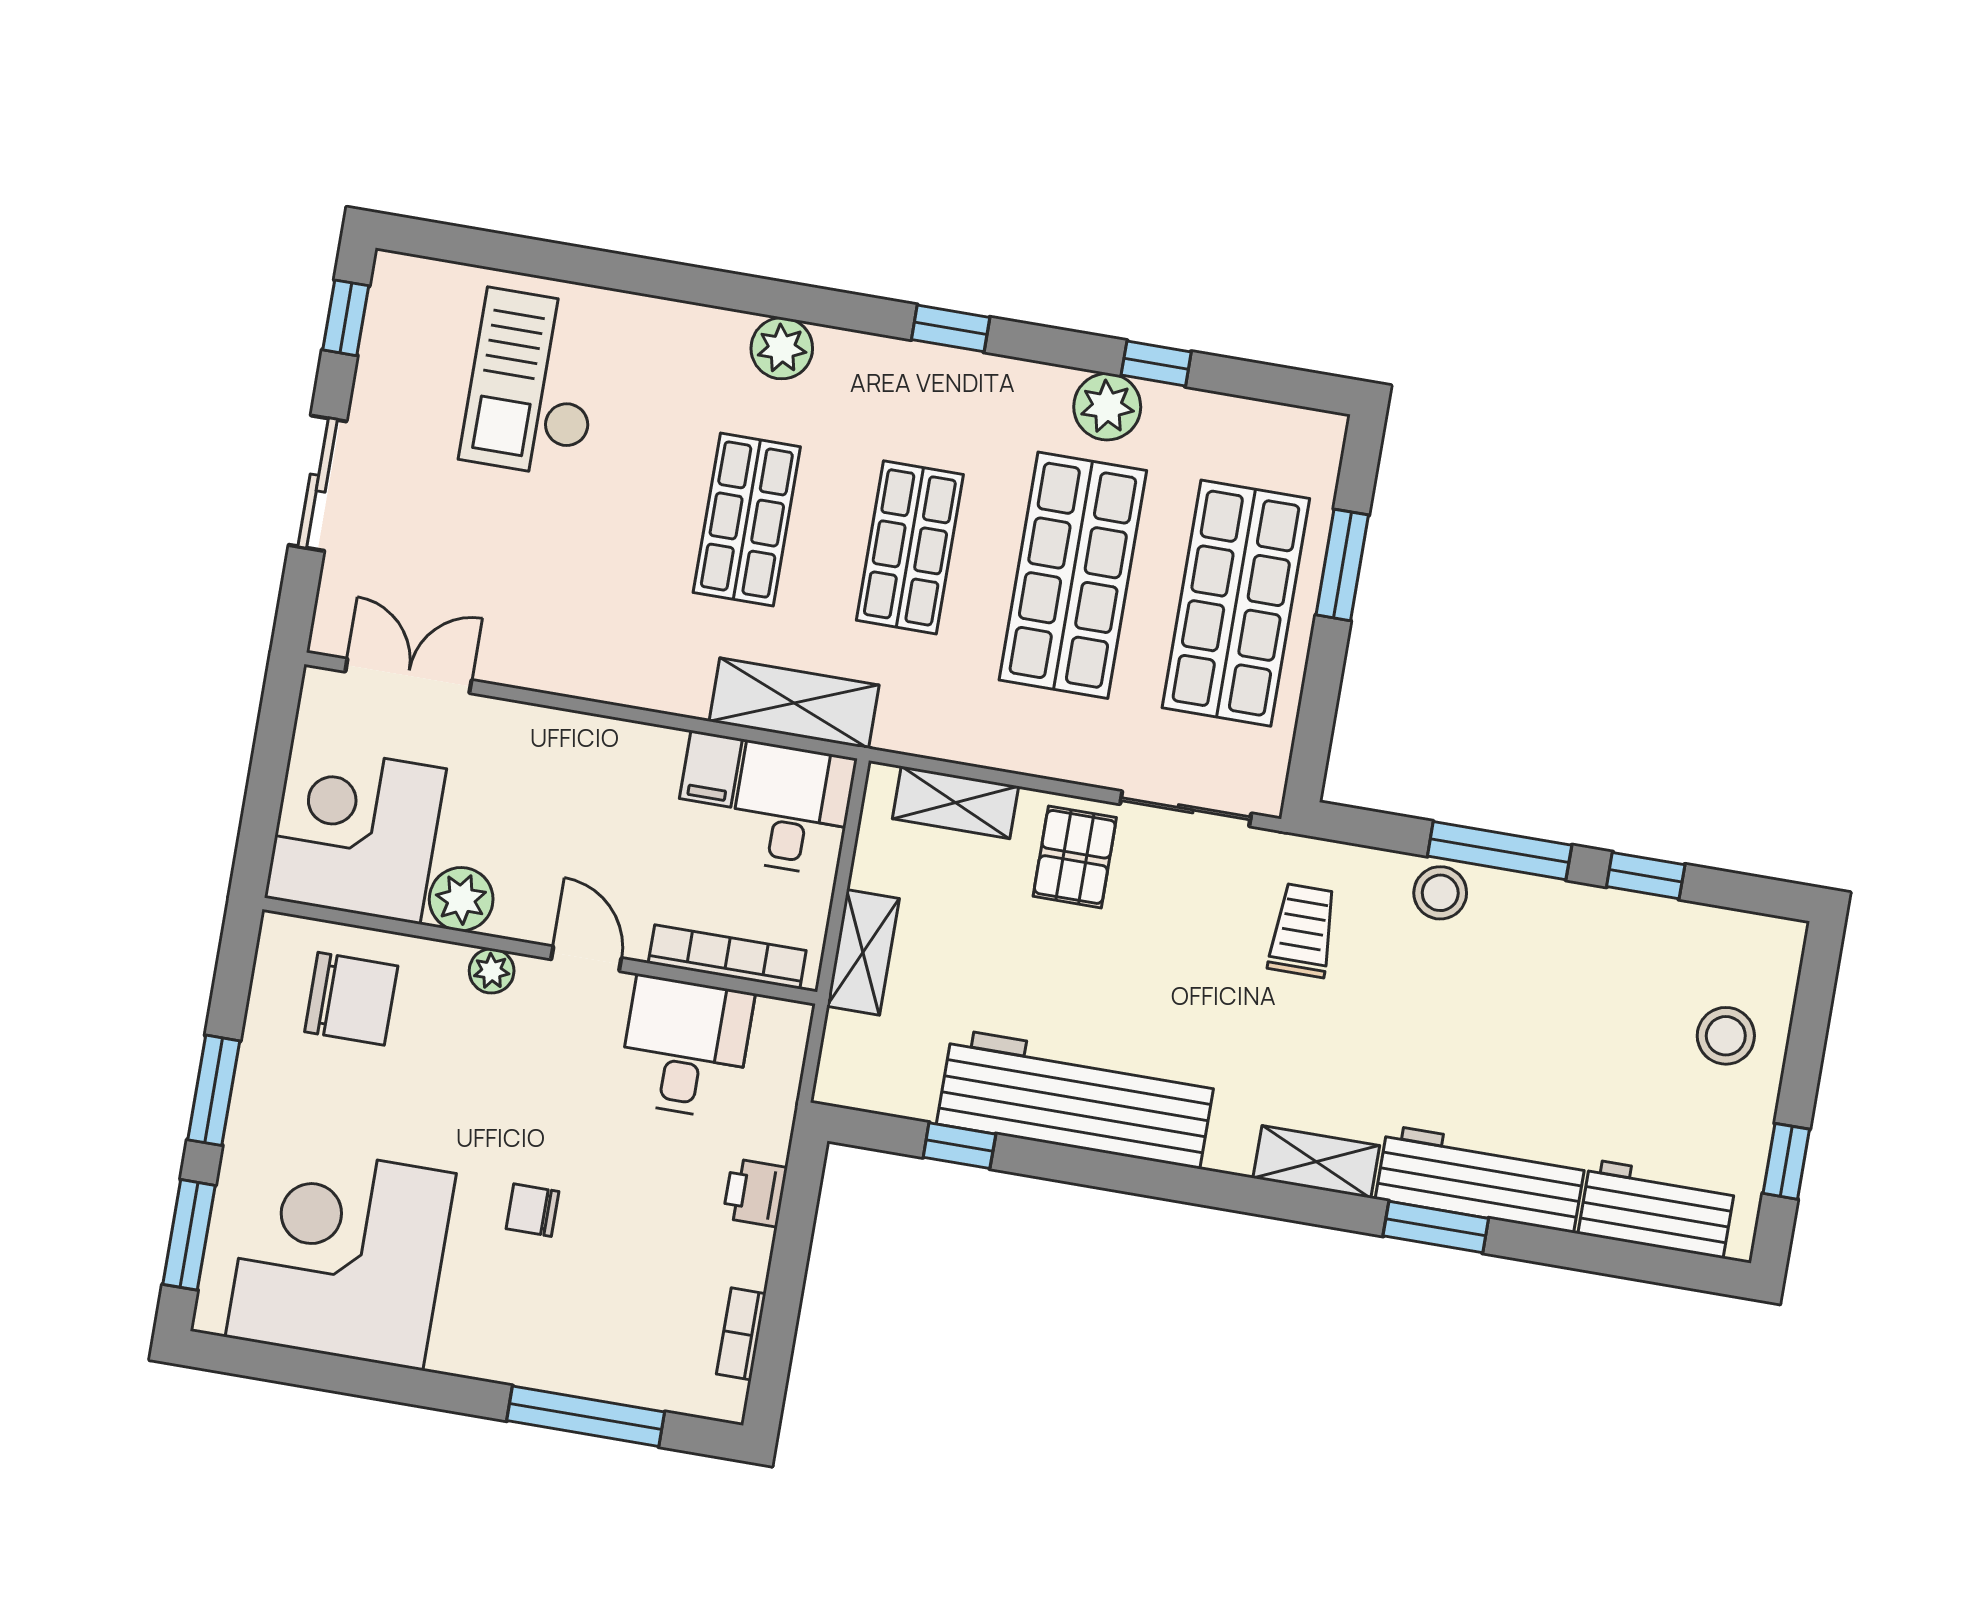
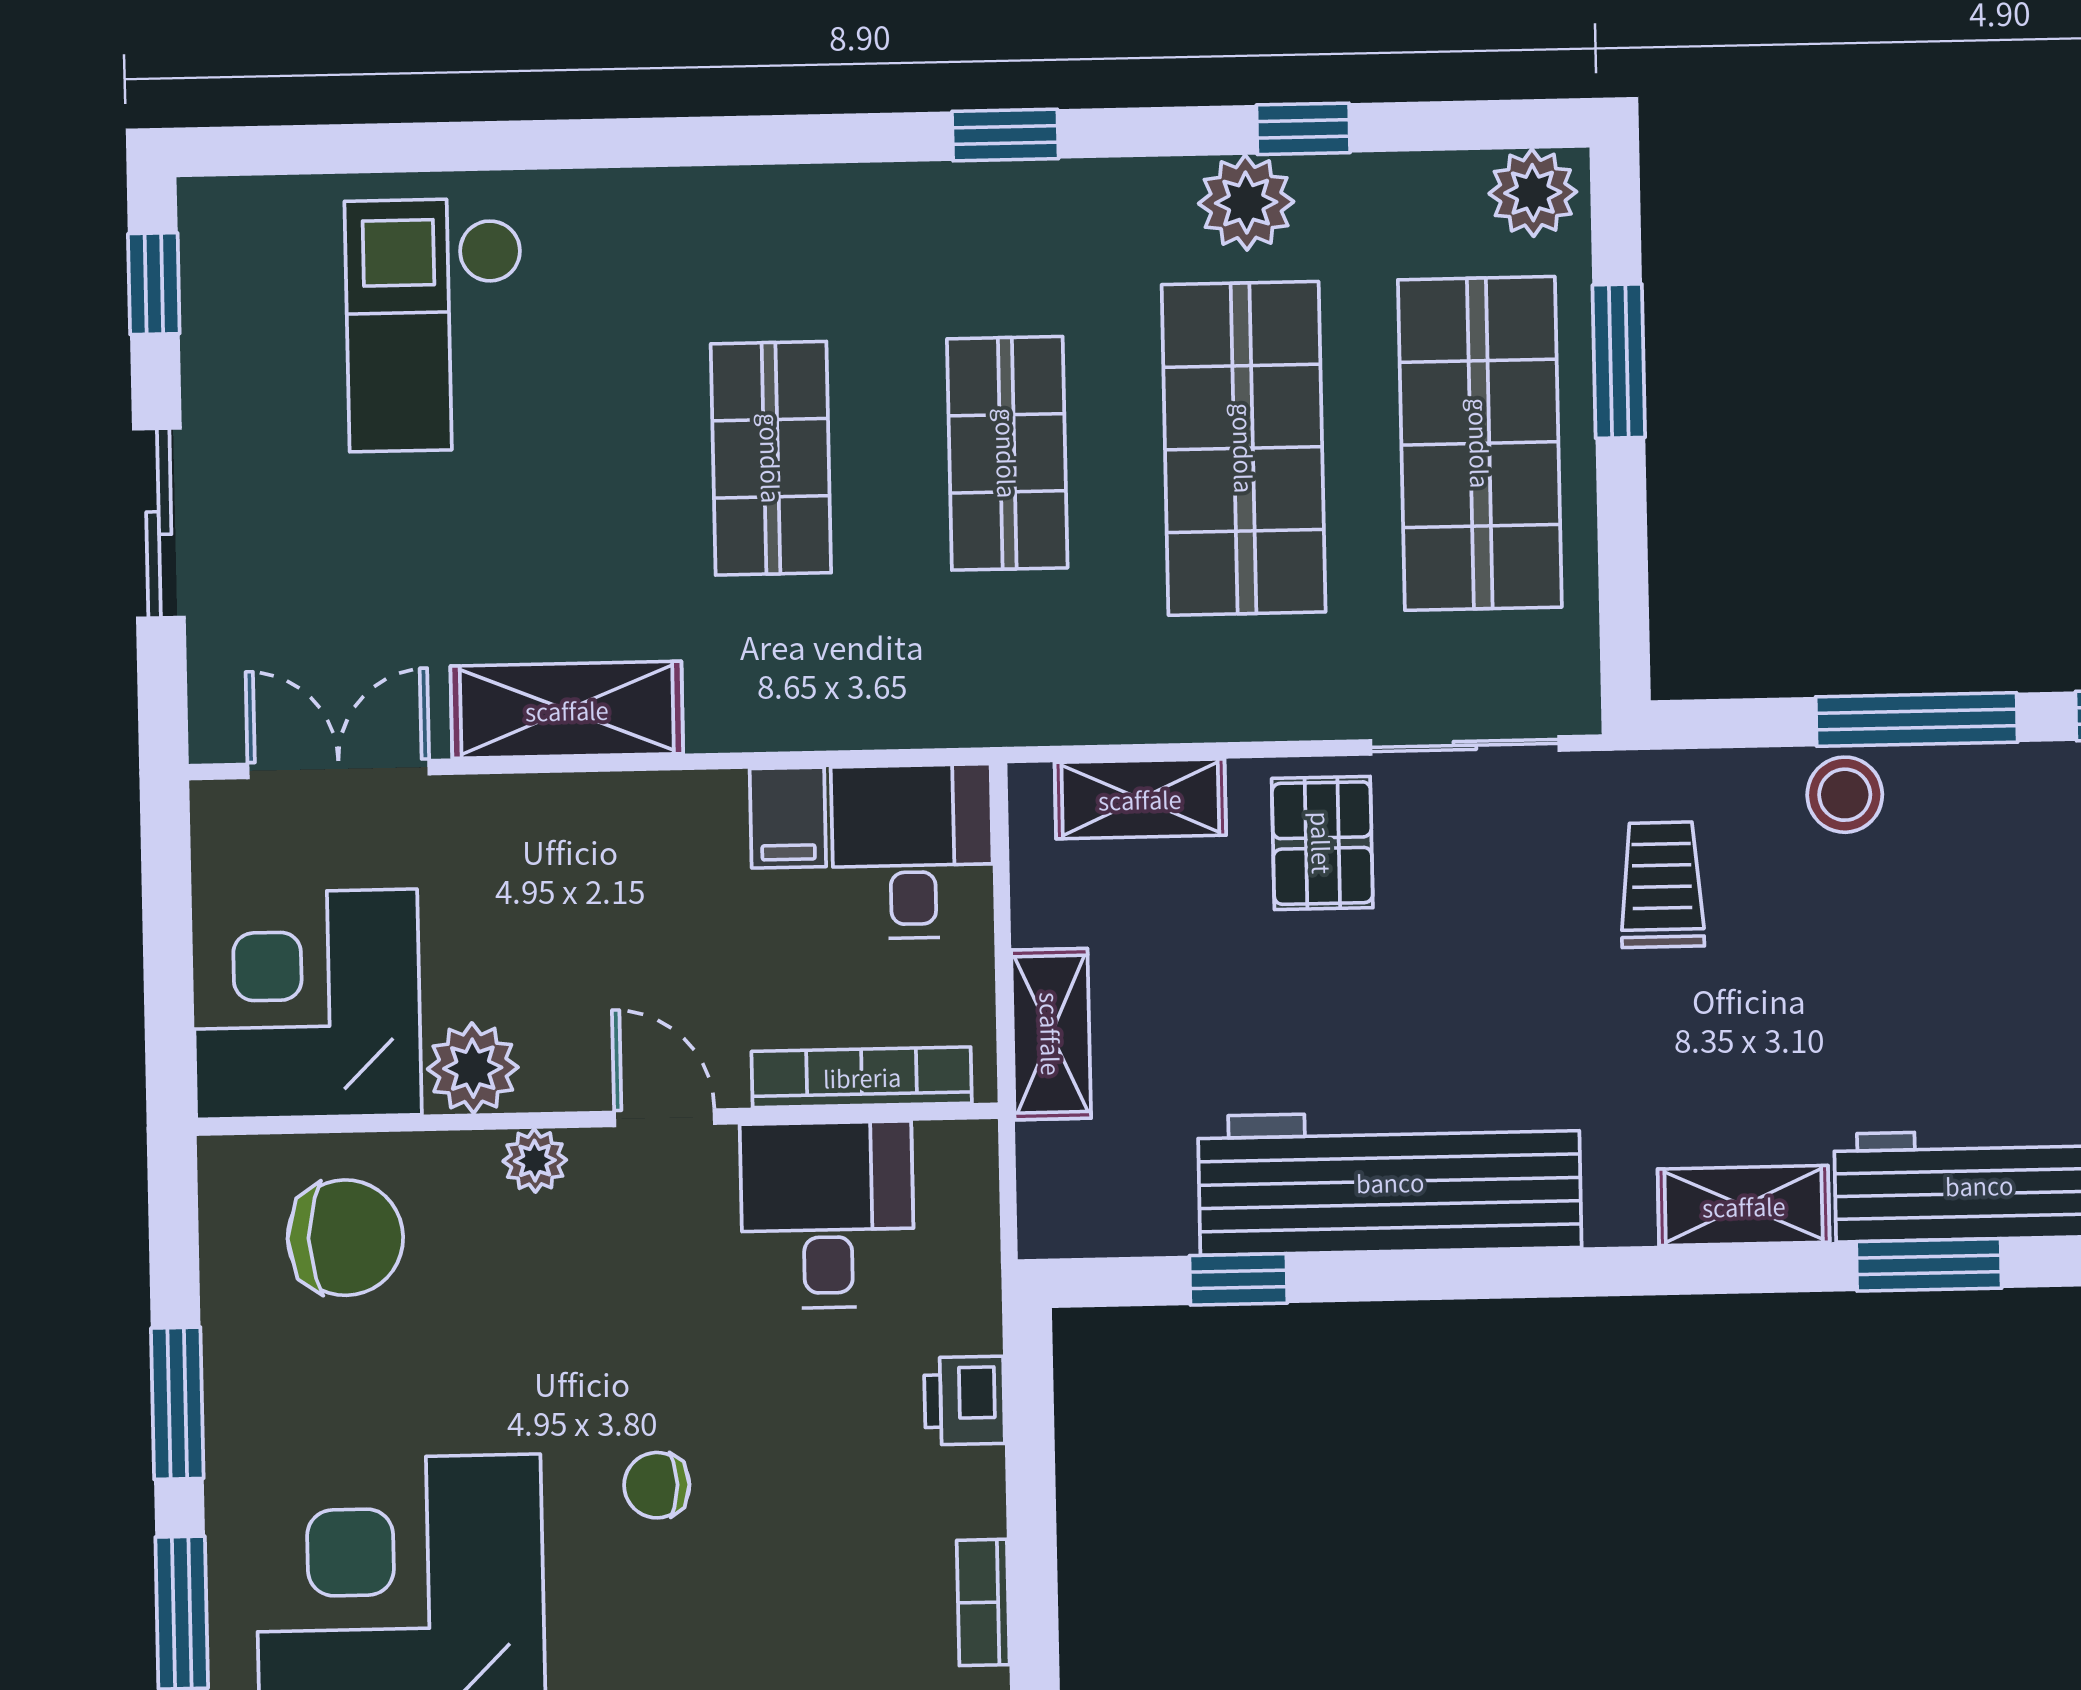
plant: (782, 348) -> (1533, 193), moved
shelving: (794, 703) -> (567, 710), moved

